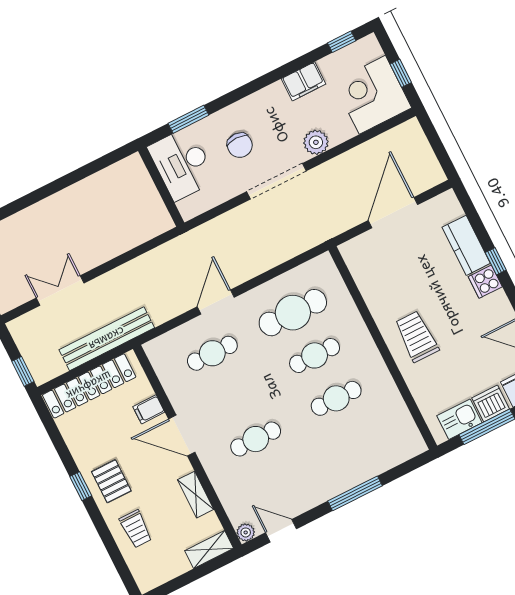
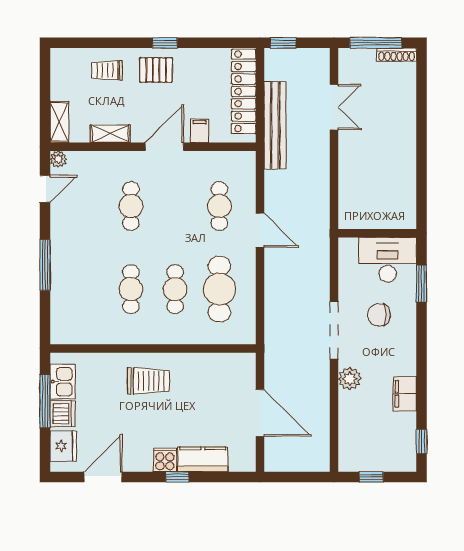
corner desk: (372, 95) -> (365, 445), removed

